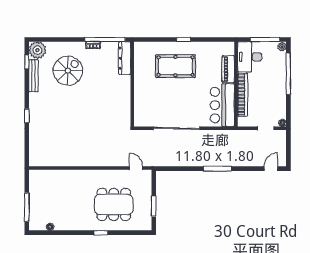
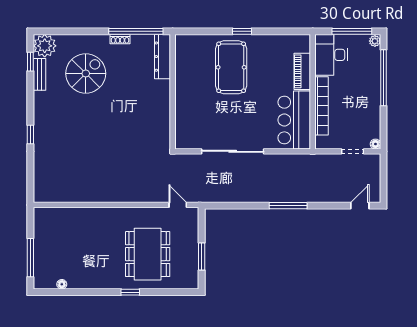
pool table: (176, 66) -> (231, 67), turned 90
bench: (34, 76) -> (39, 74), width x0.73
dining table: (114, 204) -> (148, 254), turned 90

